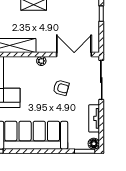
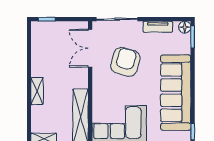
plant: (41, 61) -> (97, 83), removed
armchair: (61, 88) -> (125, 62), width x1.88, depth x1.88

